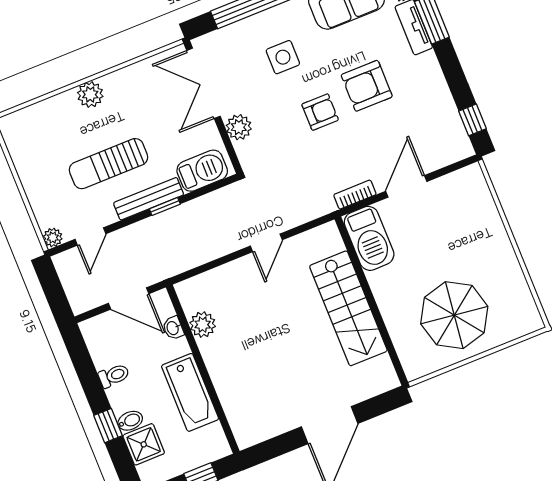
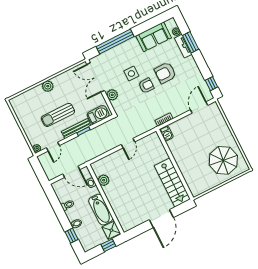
side table: (283, 57) -> (131, 74), moved
door: (406, 186) -> (199, 107), moved
barbecue: (369, 238) -> (166, 133), width x0.53, depth x0.65
stairs: (348, 308) -> (172, 182), moved
parasol: (454, 315) -> (223, 160), moved
window: (108, 426) -> (72, 236), moved
shower: (144, 444) -> (111, 230), moved

